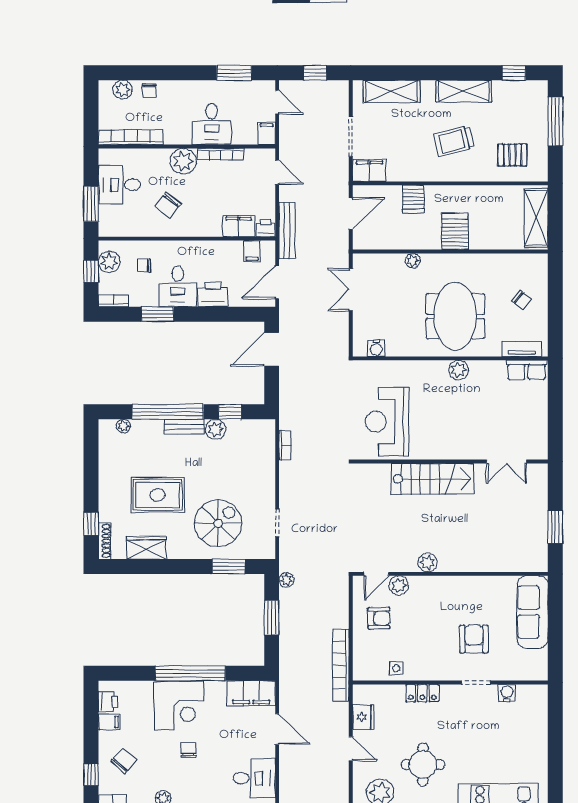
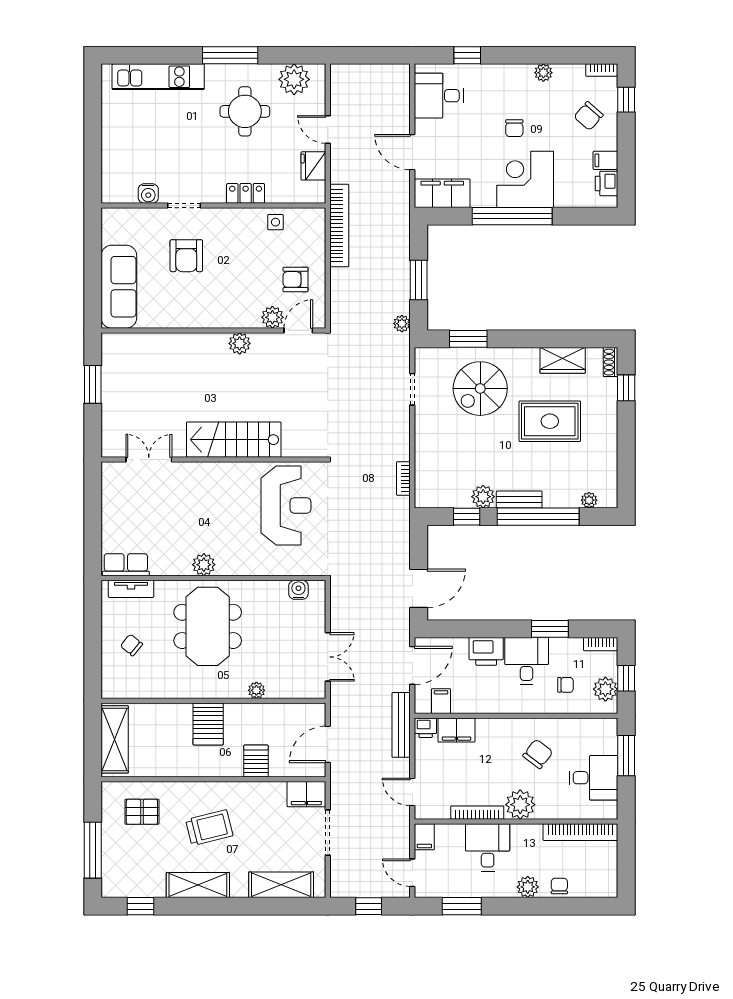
plant: (123, 90) -> (528, 887), moved
shoe rack: (105, 541) -> (611, 362), width x0.70

